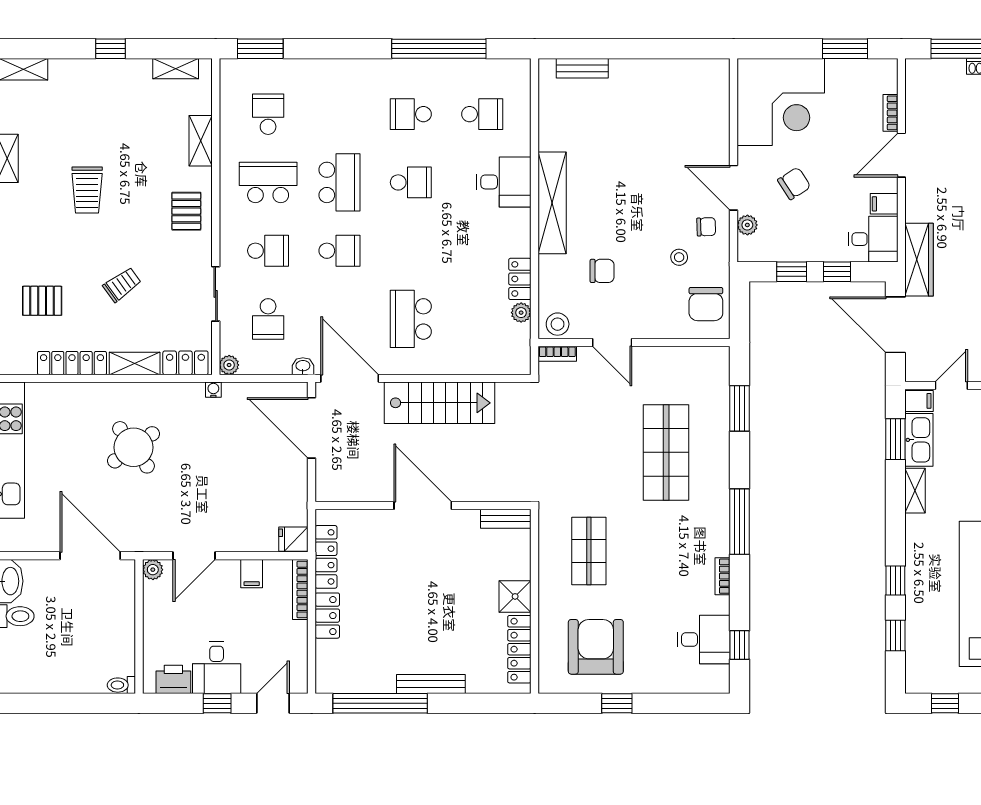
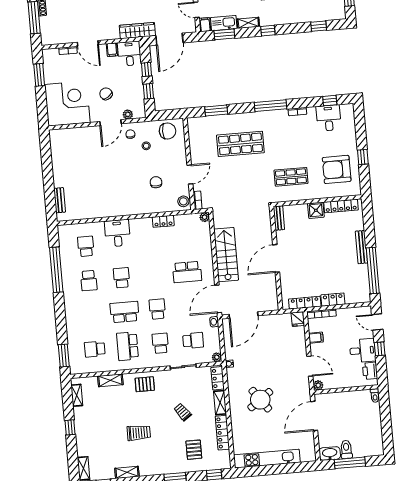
shelving: (552, 203) -> (125, 209), removed
plant: (521, 313) -> (204, 217), moved
window: (895, 581) -> (268, 31), moved

